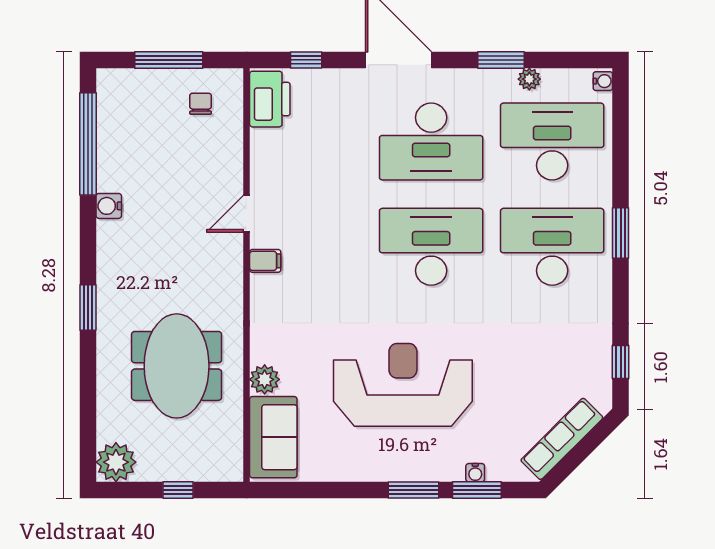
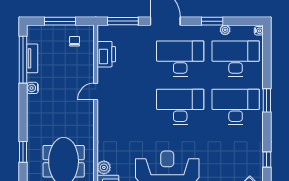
window: (306, 60) -> (123, 21), width x2.17
printer: (270, 99) -> (106, 54), moved
tv unit: (108, 141) -> (32, 58), added
desk: (431, 142) -> (180, 58), turned 180
filing cabinet: (265, 261) -> (104, 113), removed
window: (88, 308) -> (23, 152), moved

